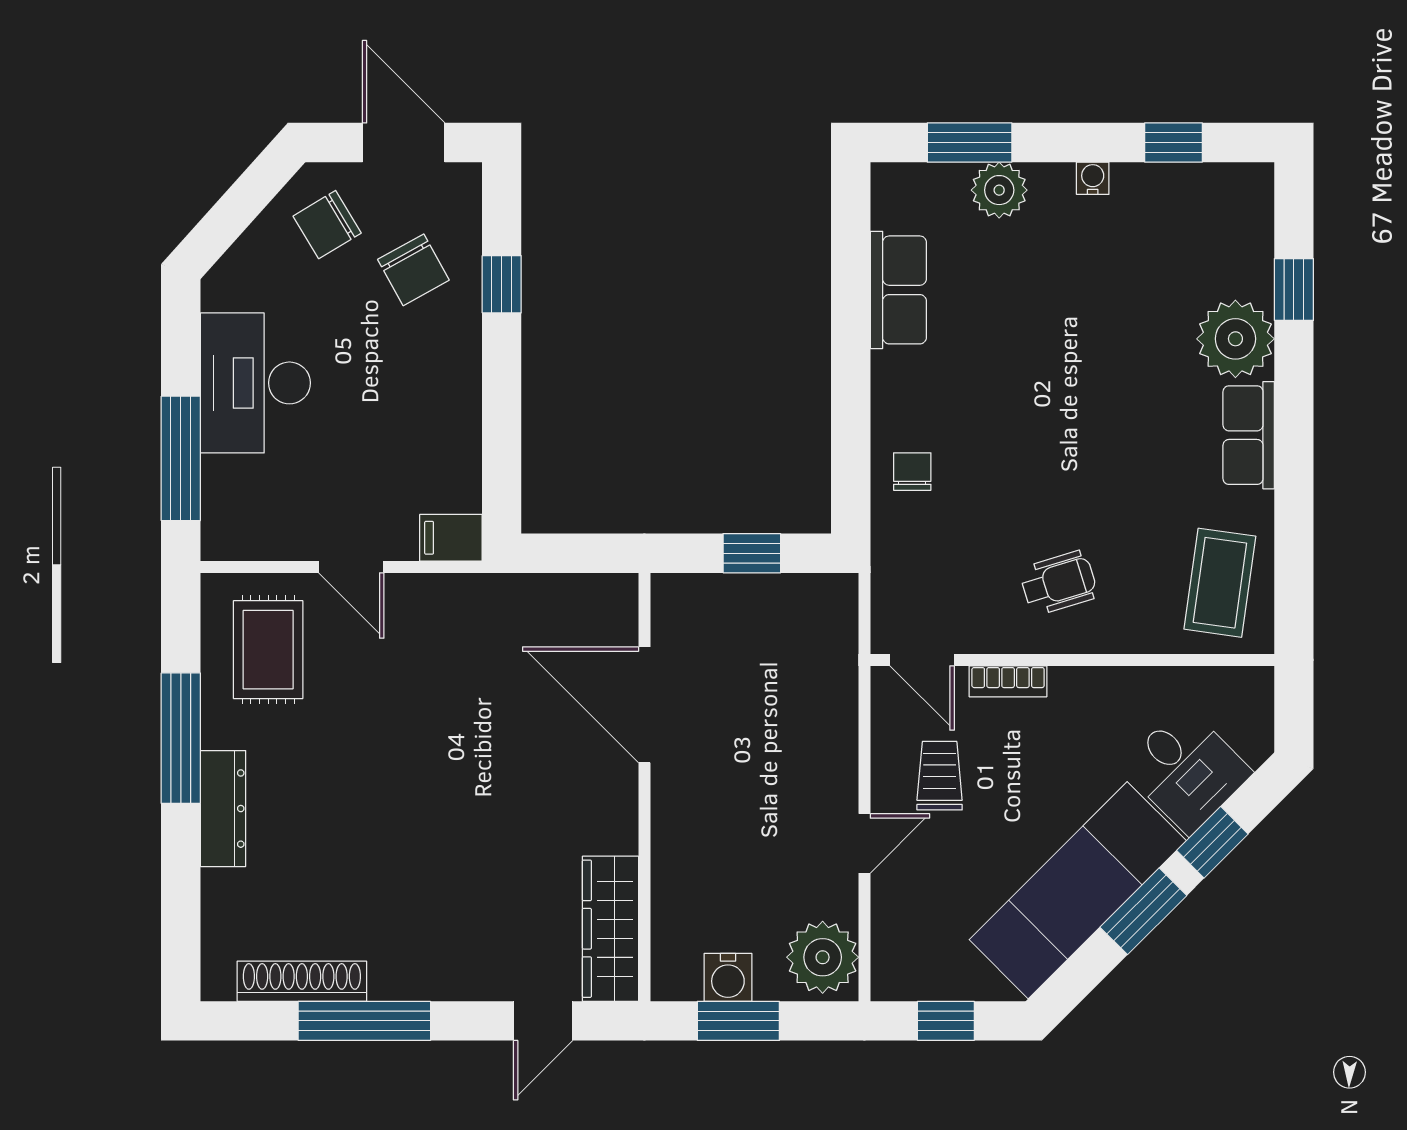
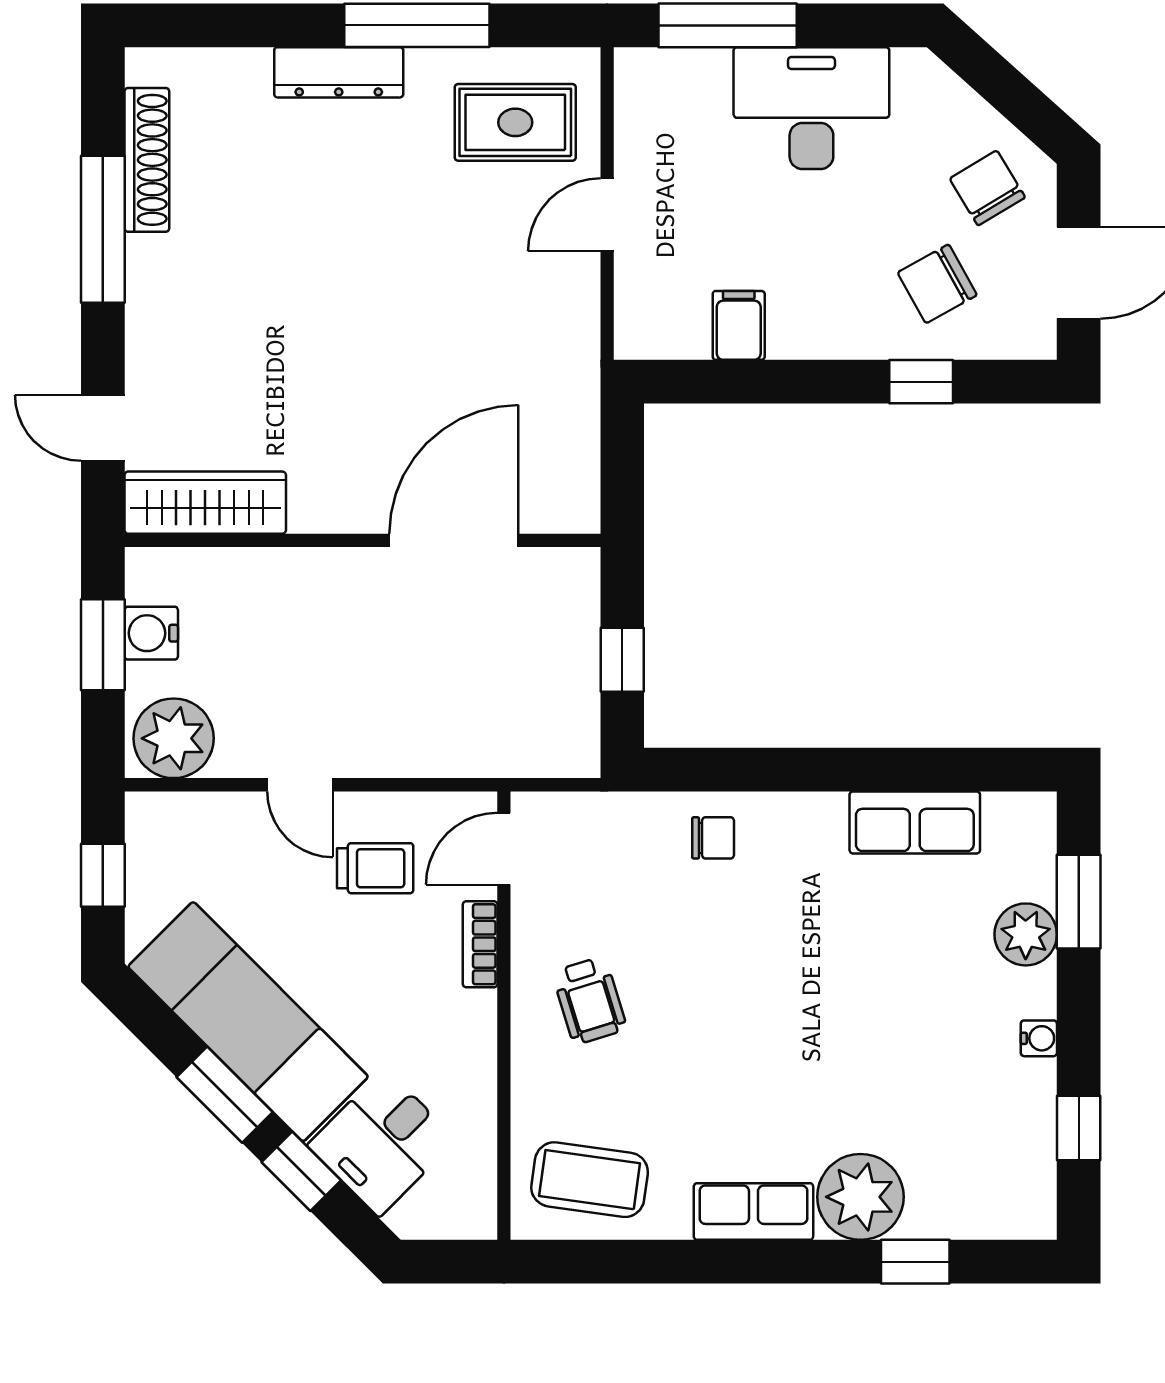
filing cabinet: (451, 538) -> (739, 325), moved

